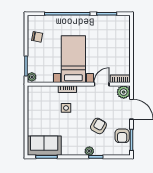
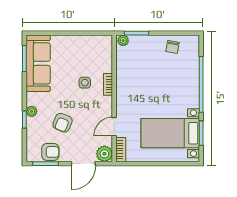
bed with nightstands: (73, 59) -> (170, 133), moved, turned 180
door: (102, 84) -> (114, 127), swing flipped
armchair: (98, 126) -> (63, 123), turned 83
armchair: (122, 136) -> (50, 152), turned 180
sofa: (44, 146) -> (38, 63), width x1.36

